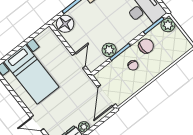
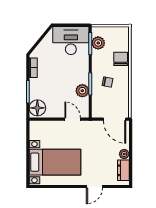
plant: (168, 25) -> (98, 43), moved
chair: (146, 46) -> (121, 59), moved

